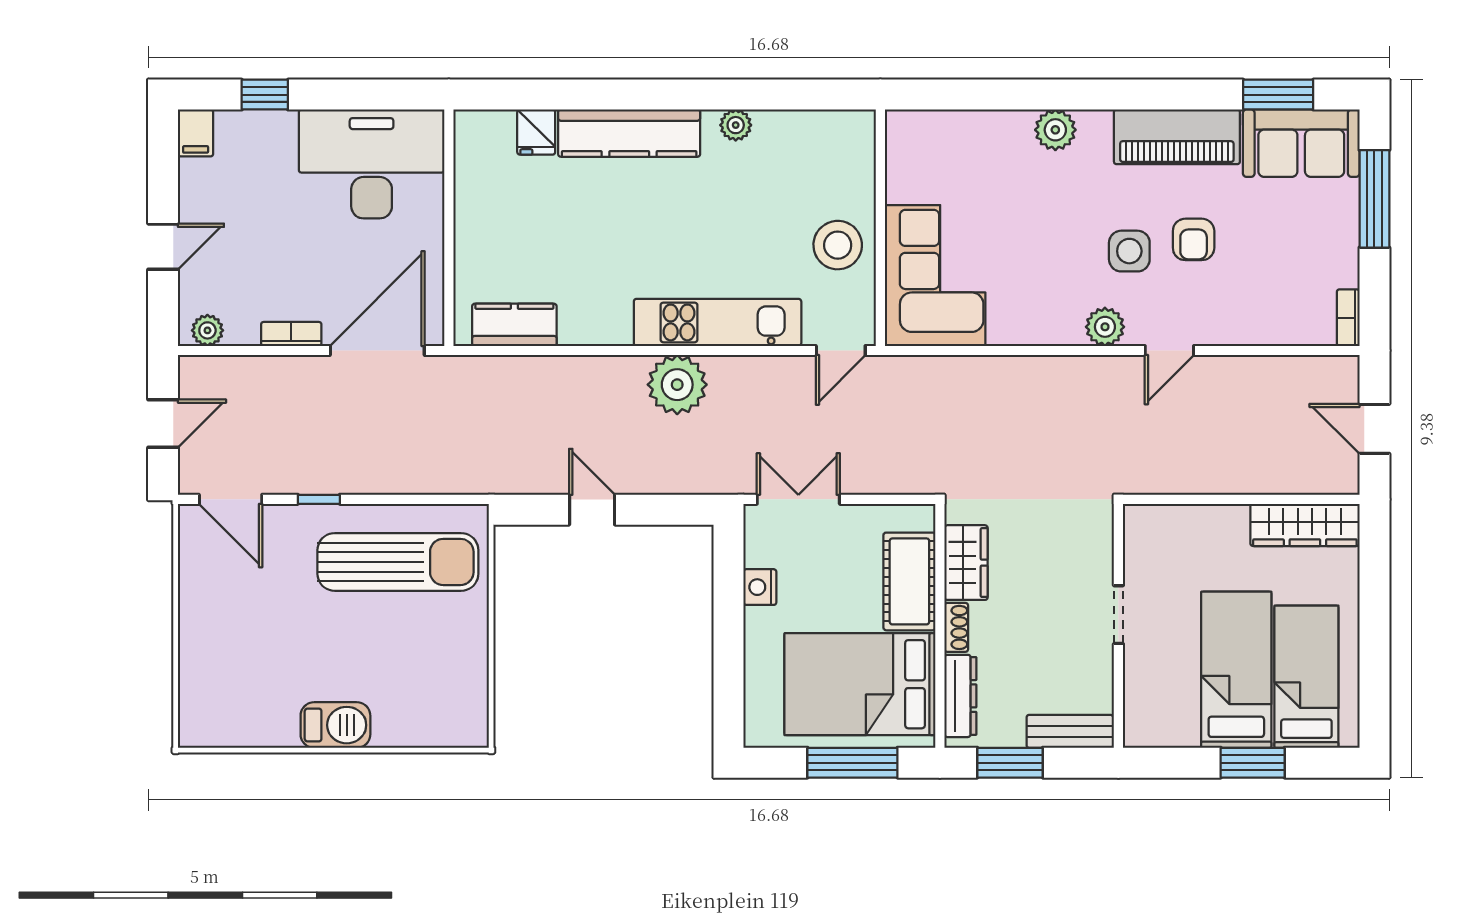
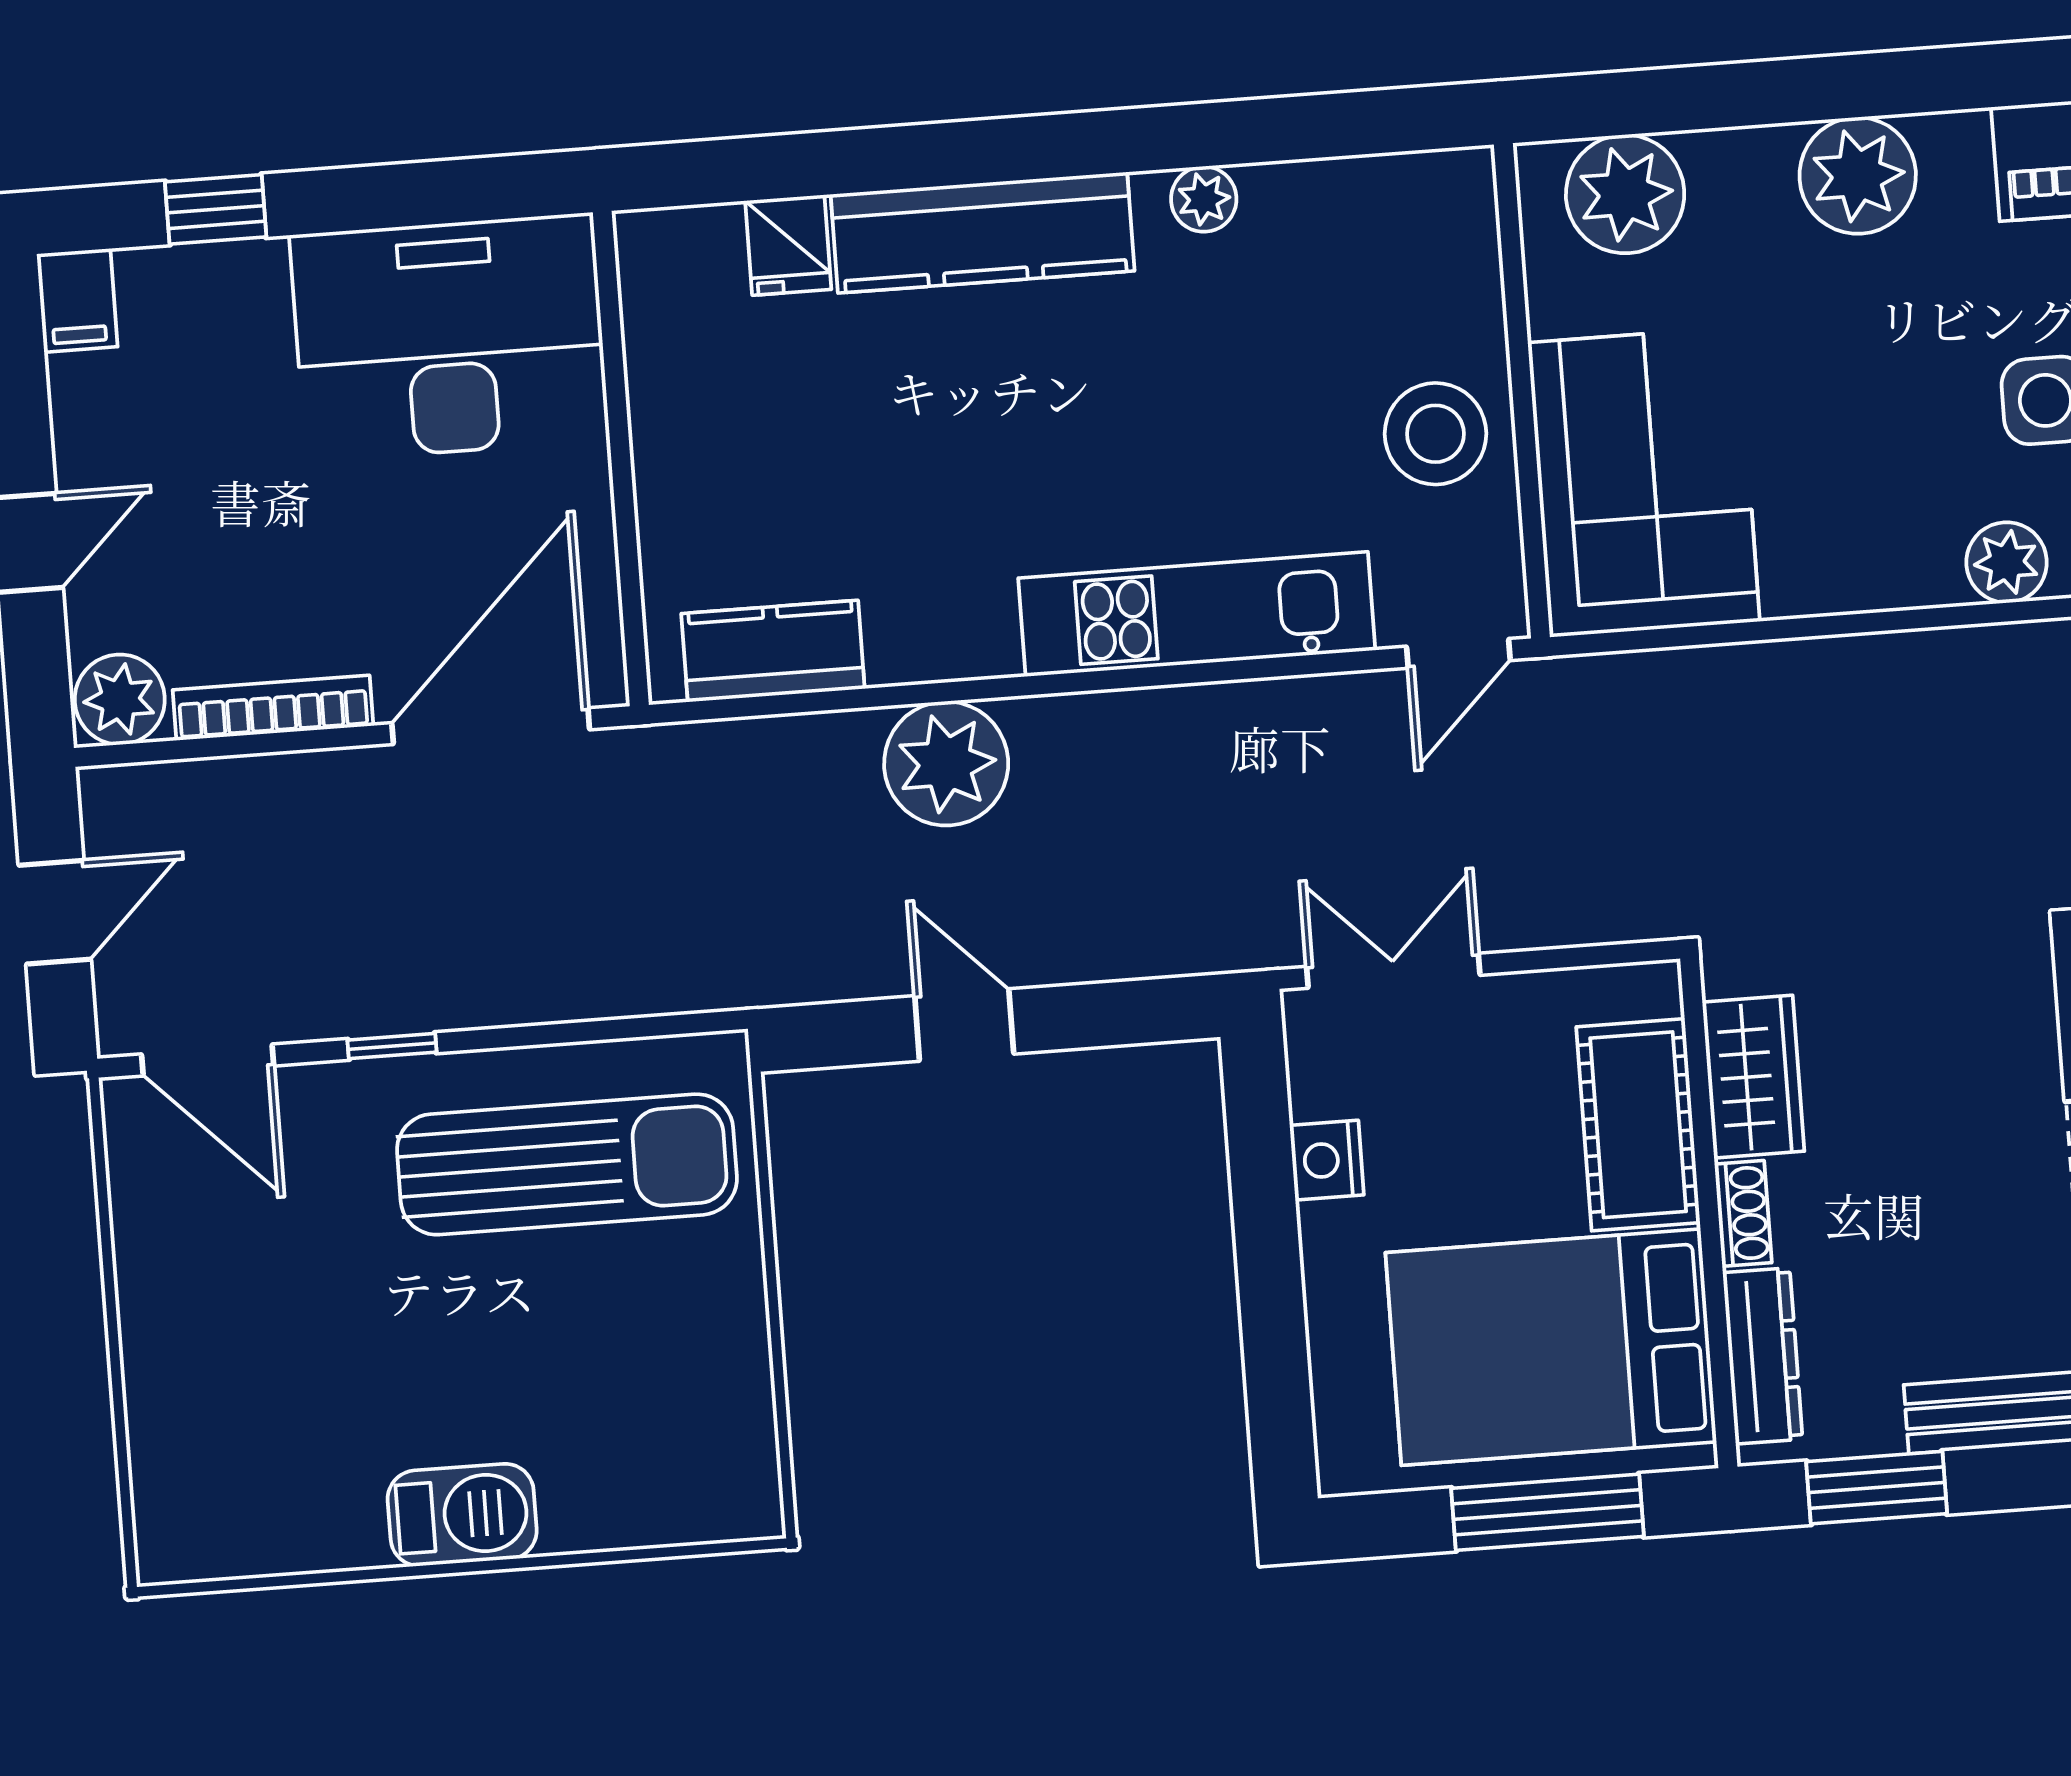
plant: (1055, 130) -> (1858, 176), width x1.36, depth x1.36
plant: (937, 138) -> (1625, 194), added
plant: (207, 330) -> (120, 699), width x1.38, depth x1.38
bookcase: (291, 334) -> (273, 708), width x1.56
plant: (677, 385) -> (946, 764), moved

